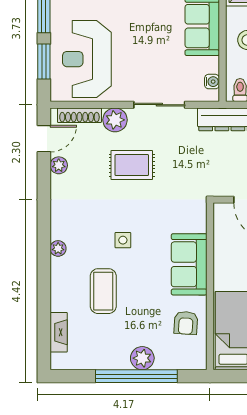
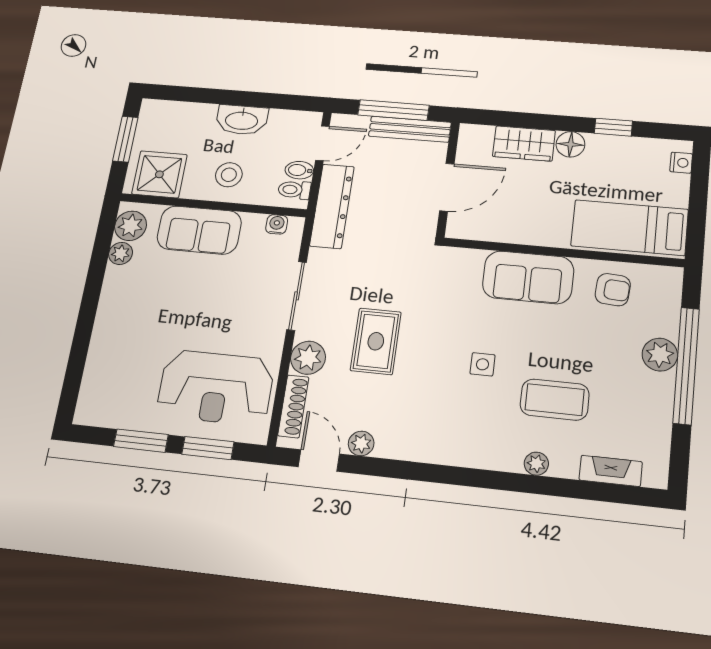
plant: (58, 248) -> (536, 464), moved

